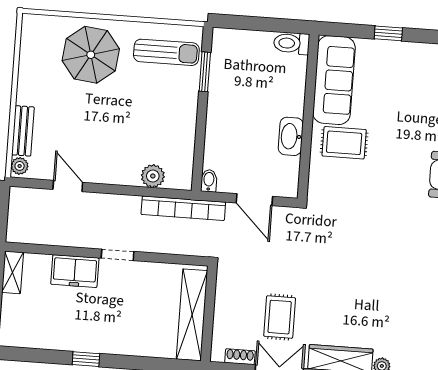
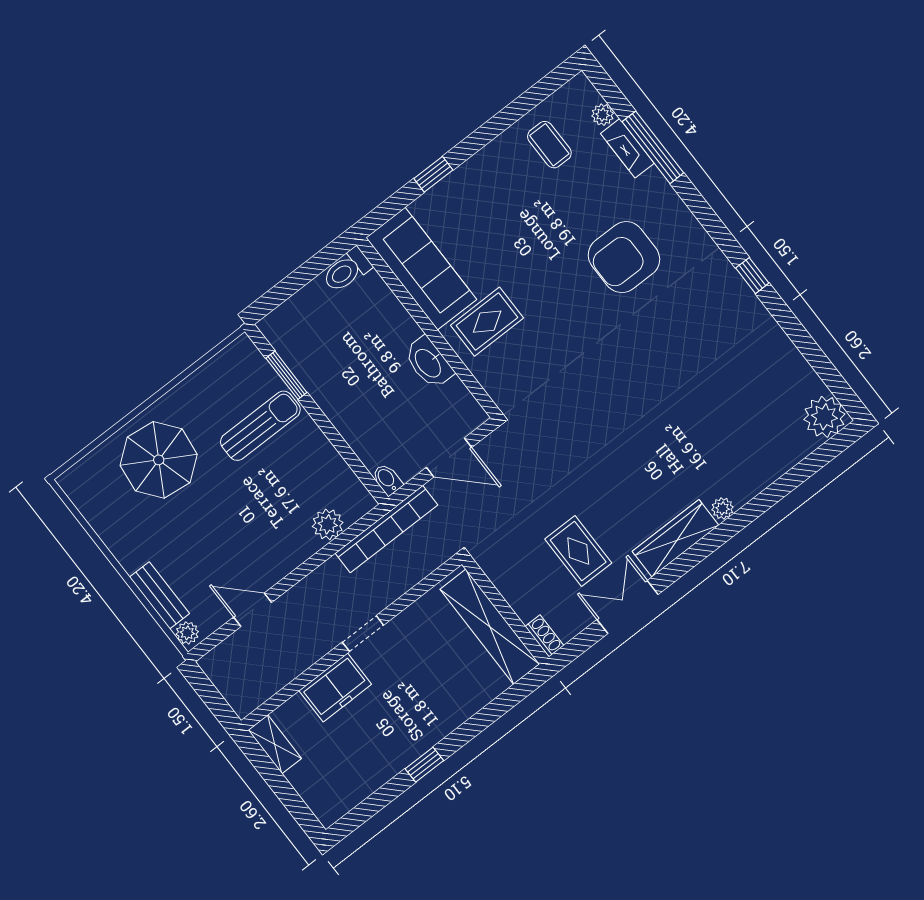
sun lounger: (166, 52) -> (260, 426), moved
shoe rack: (240, 357) -> (544, 636), moved, turned 90

